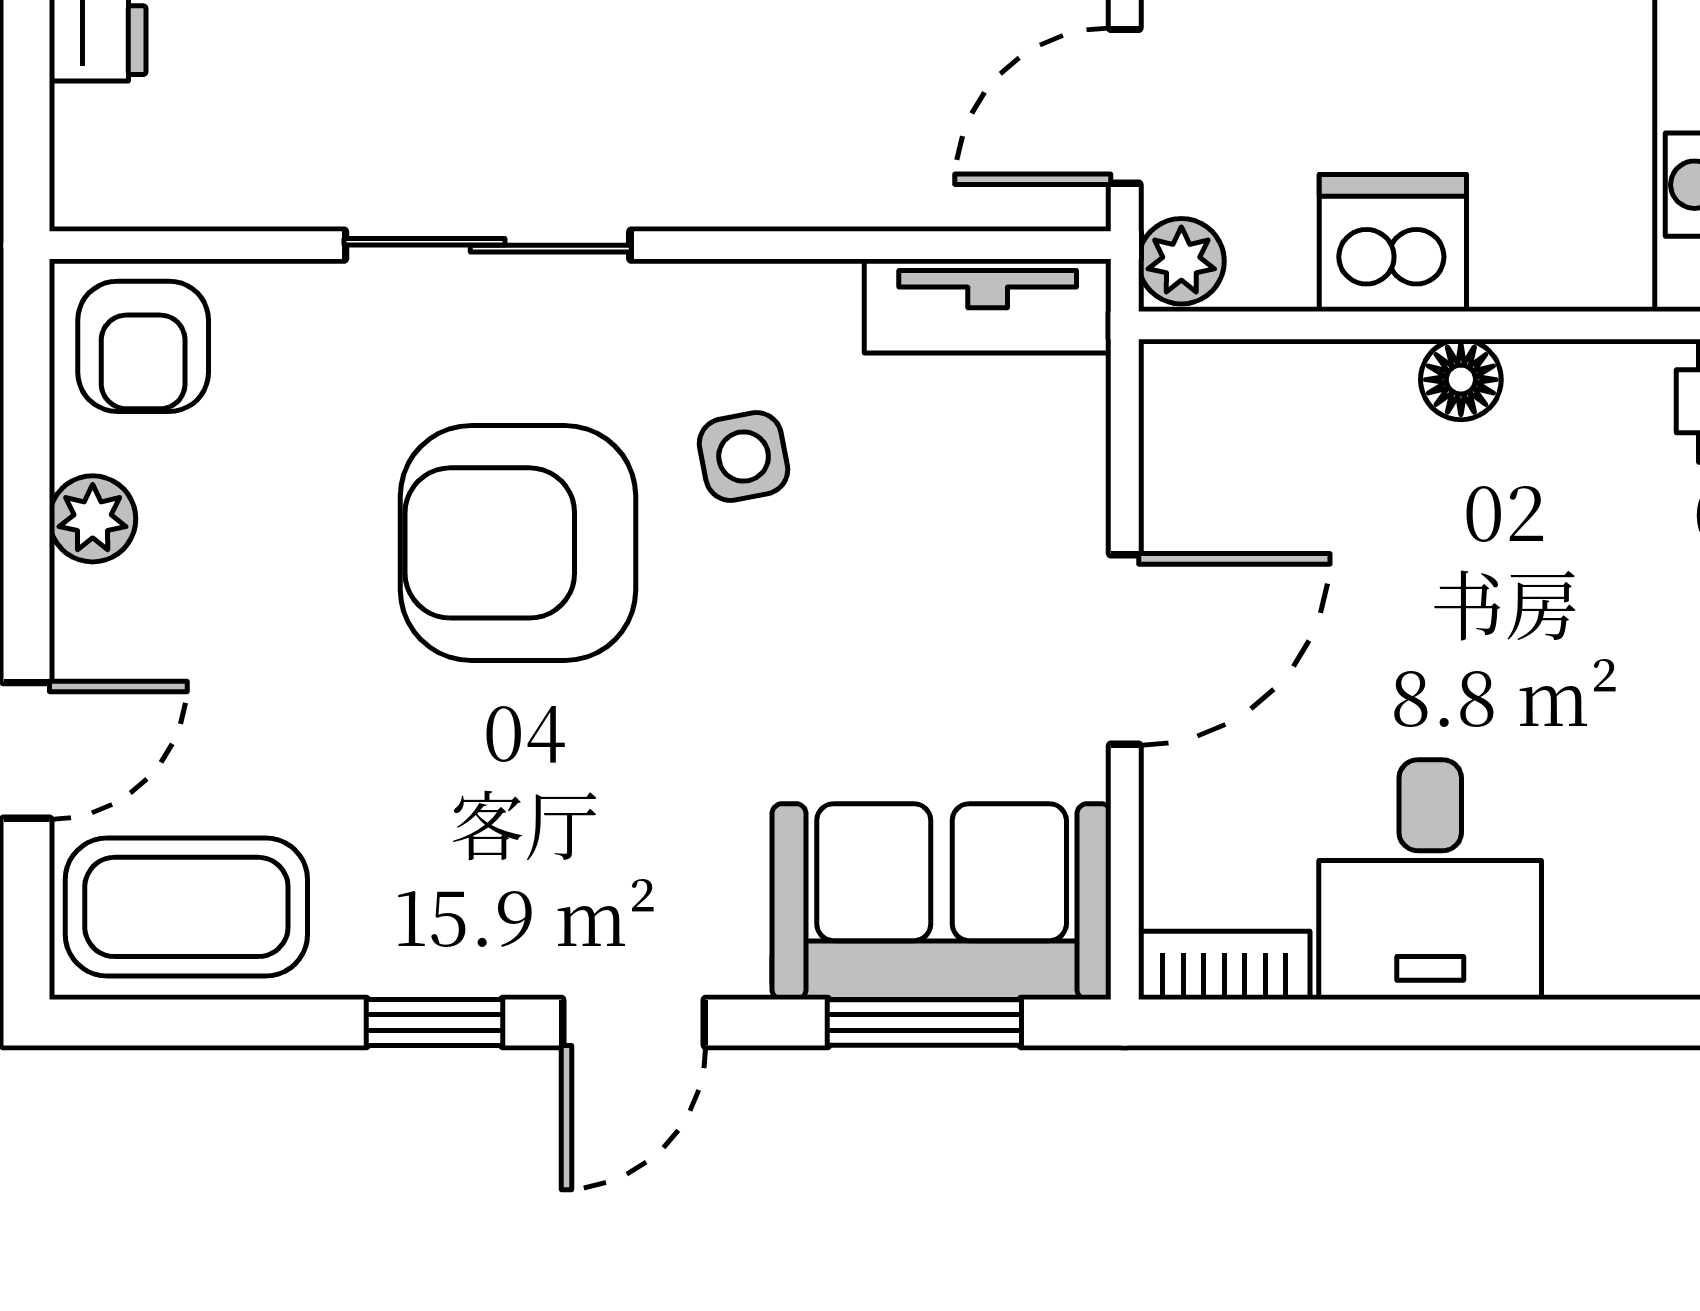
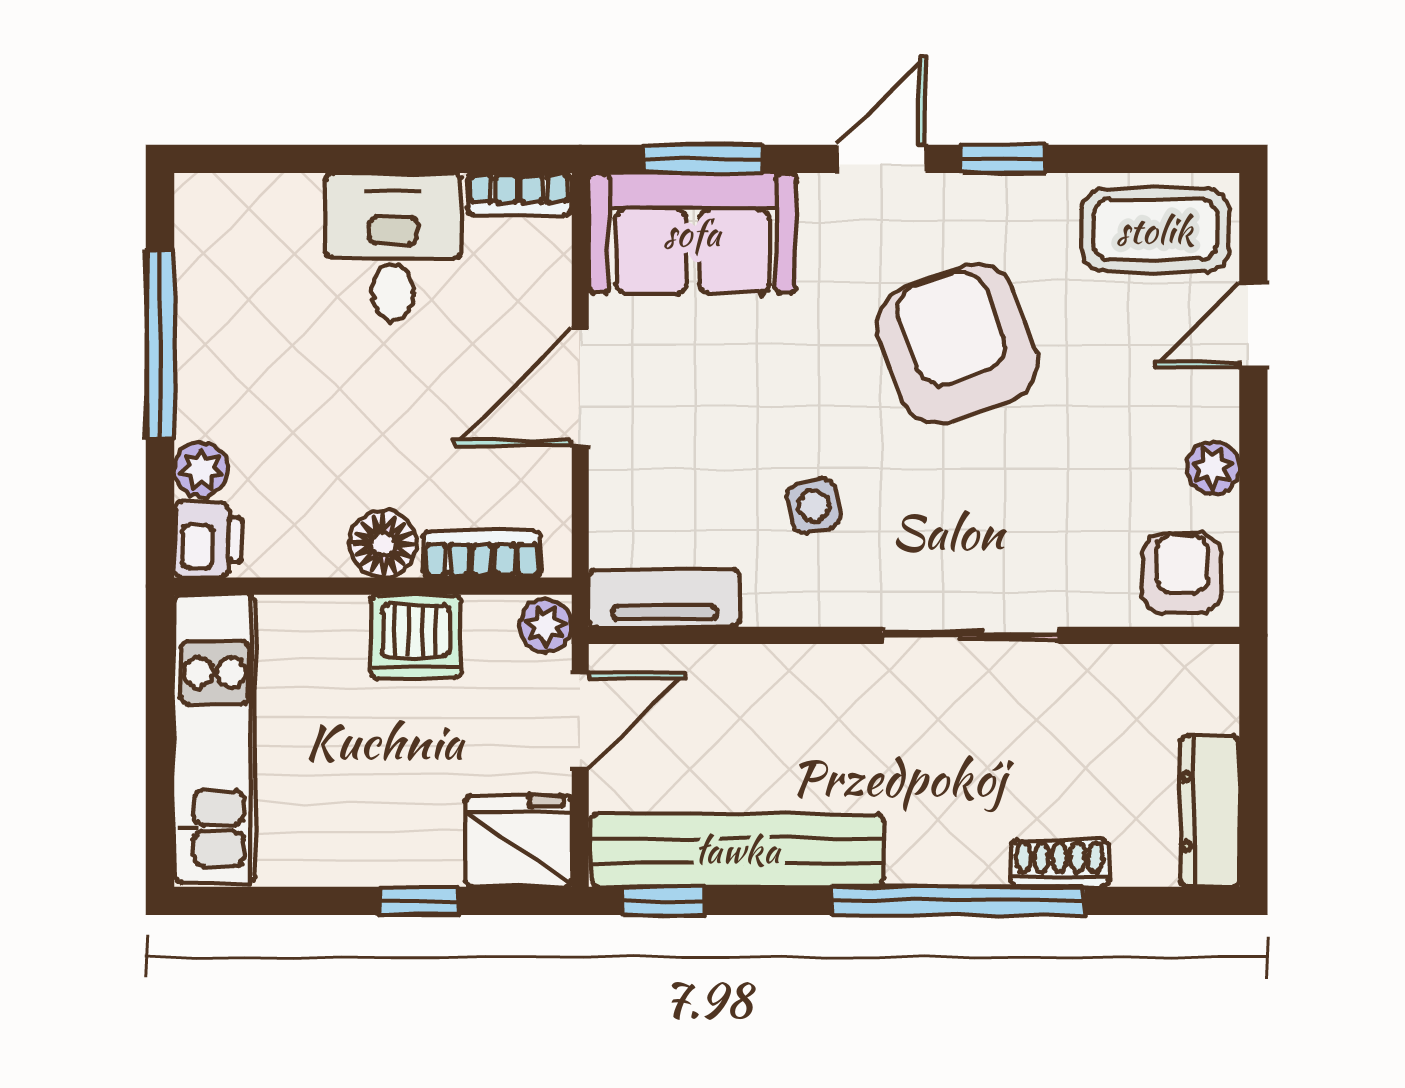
bookcase: (1285, 378) -> (482, 554), added
floor lamp: (1461, 380) -> (383, 544), width x1.37, depth x1.37
armchair: (518, 543) -> (957, 344), moved, turned -110

